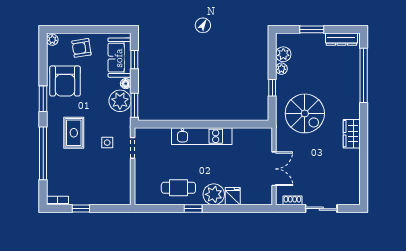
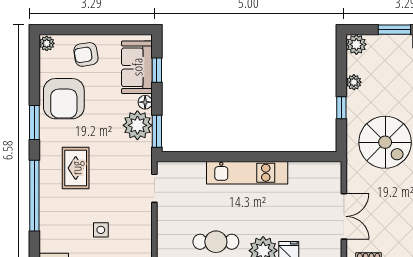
plant: (283, 54) -> (356, 44), moved
side table: (107, 143) -> (101, 230), moved

